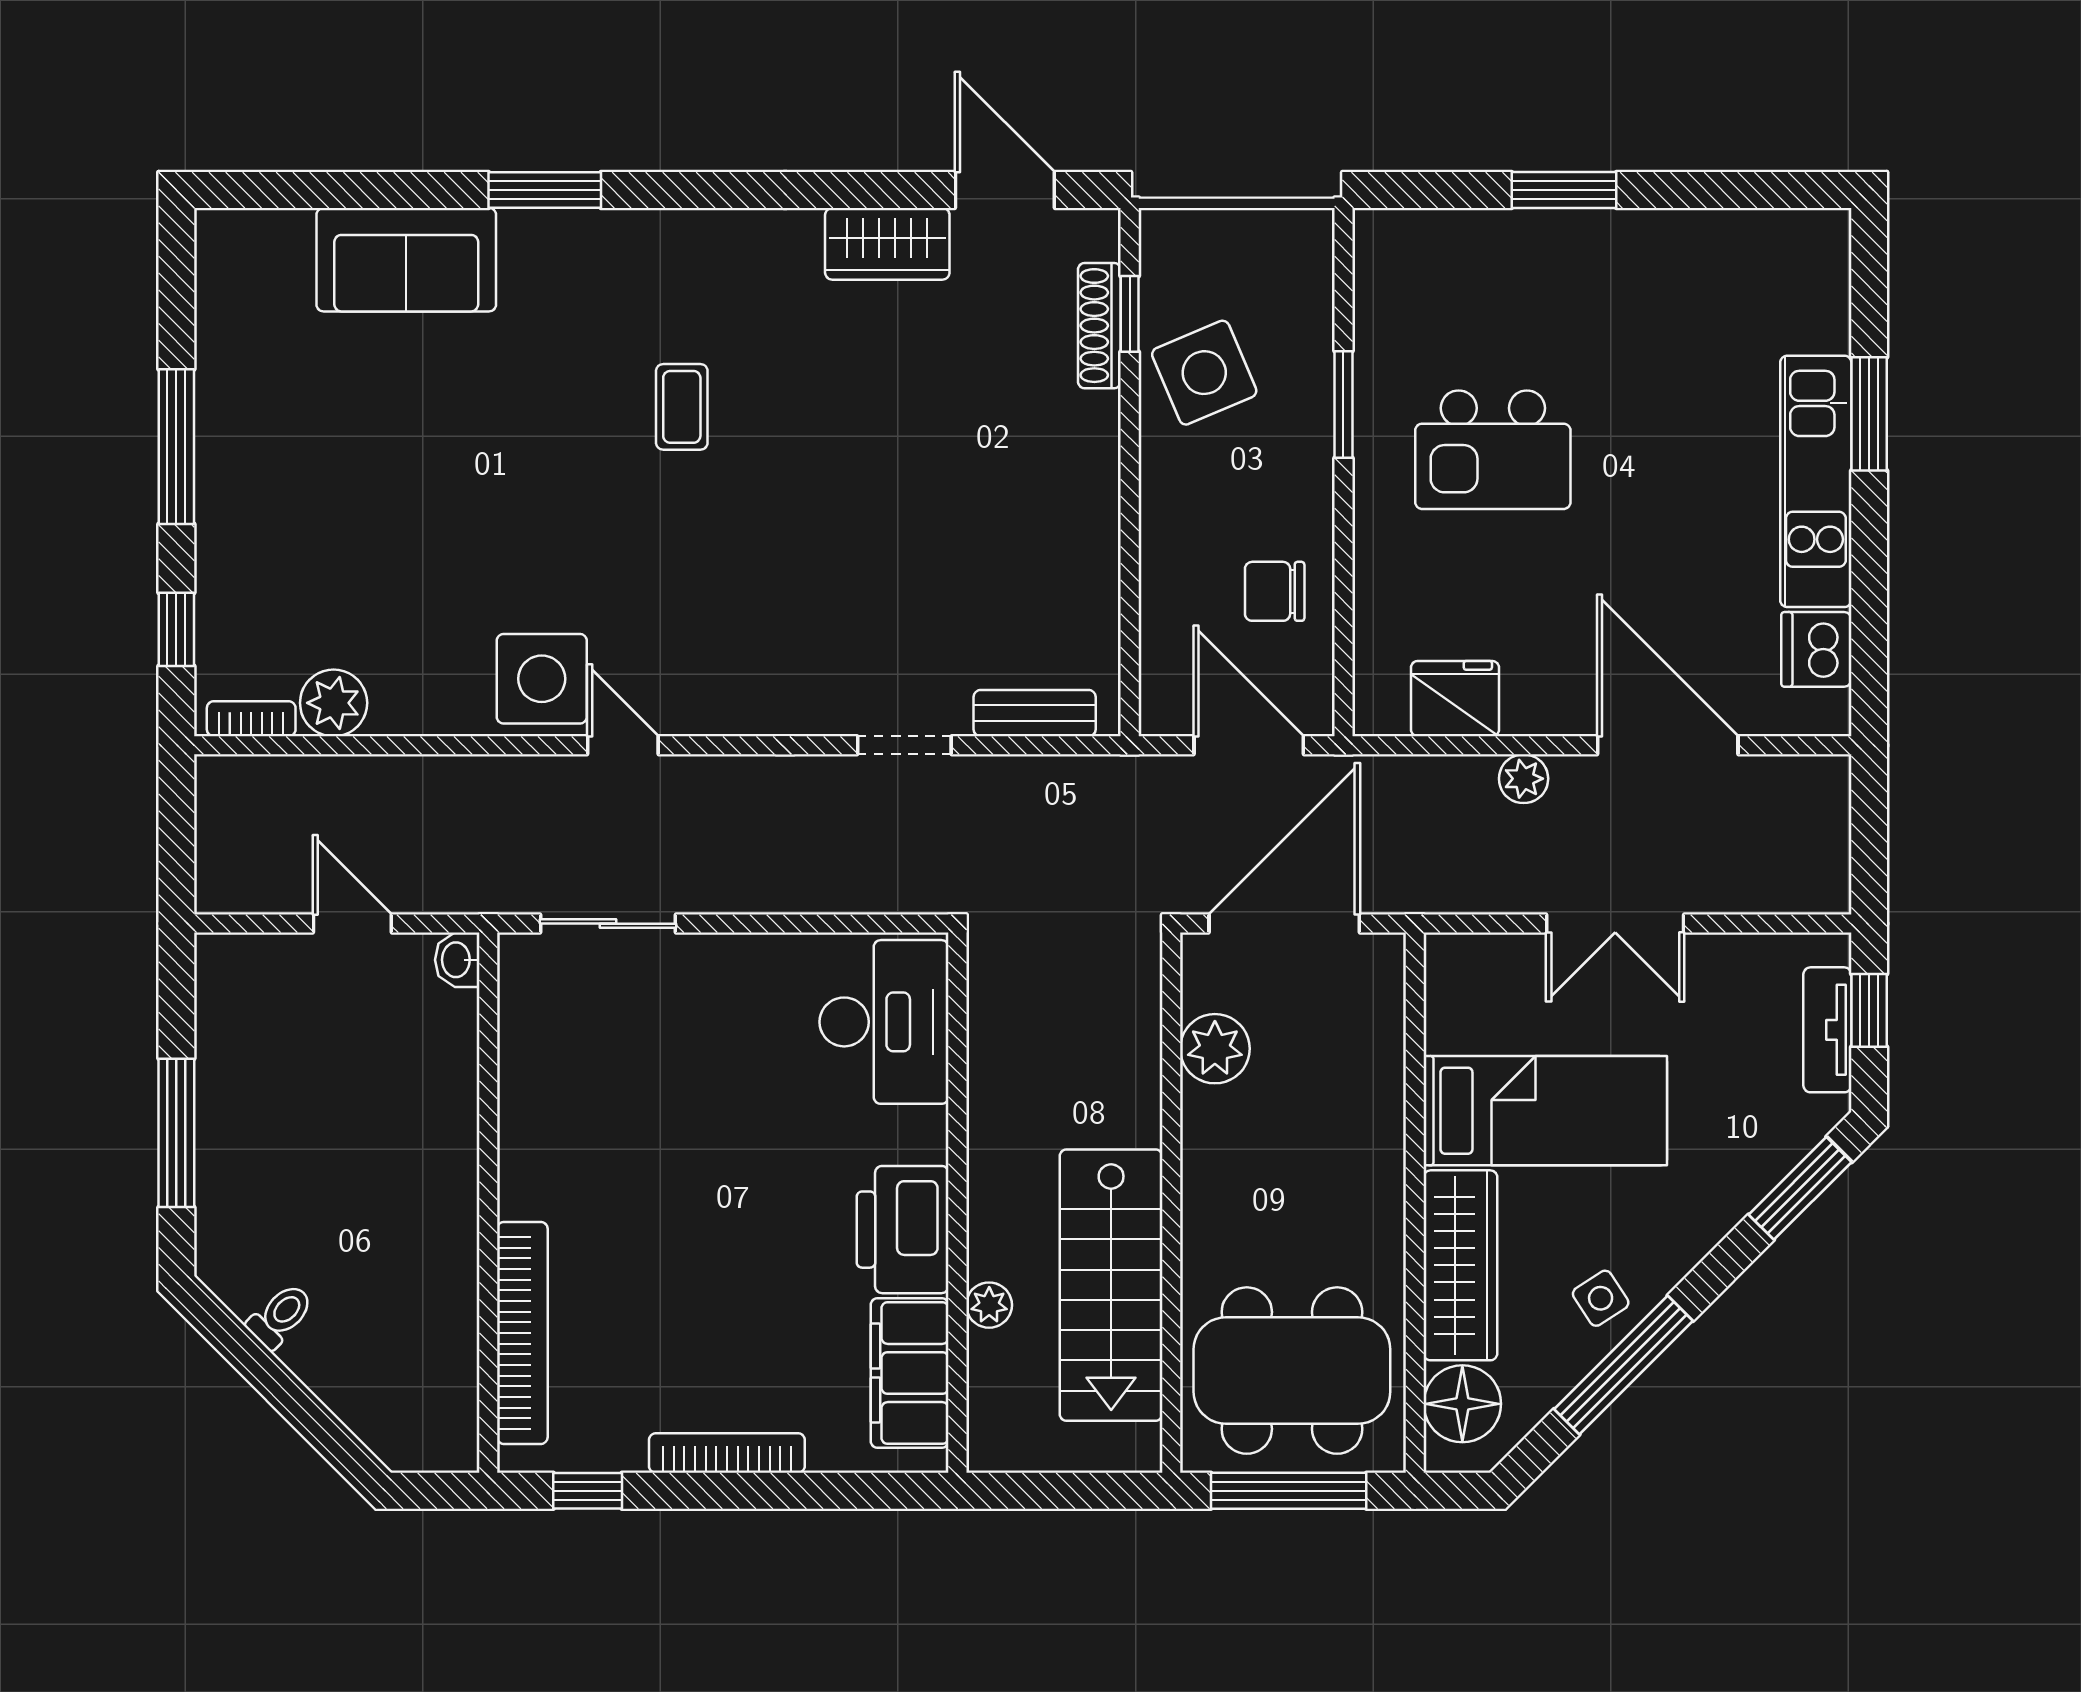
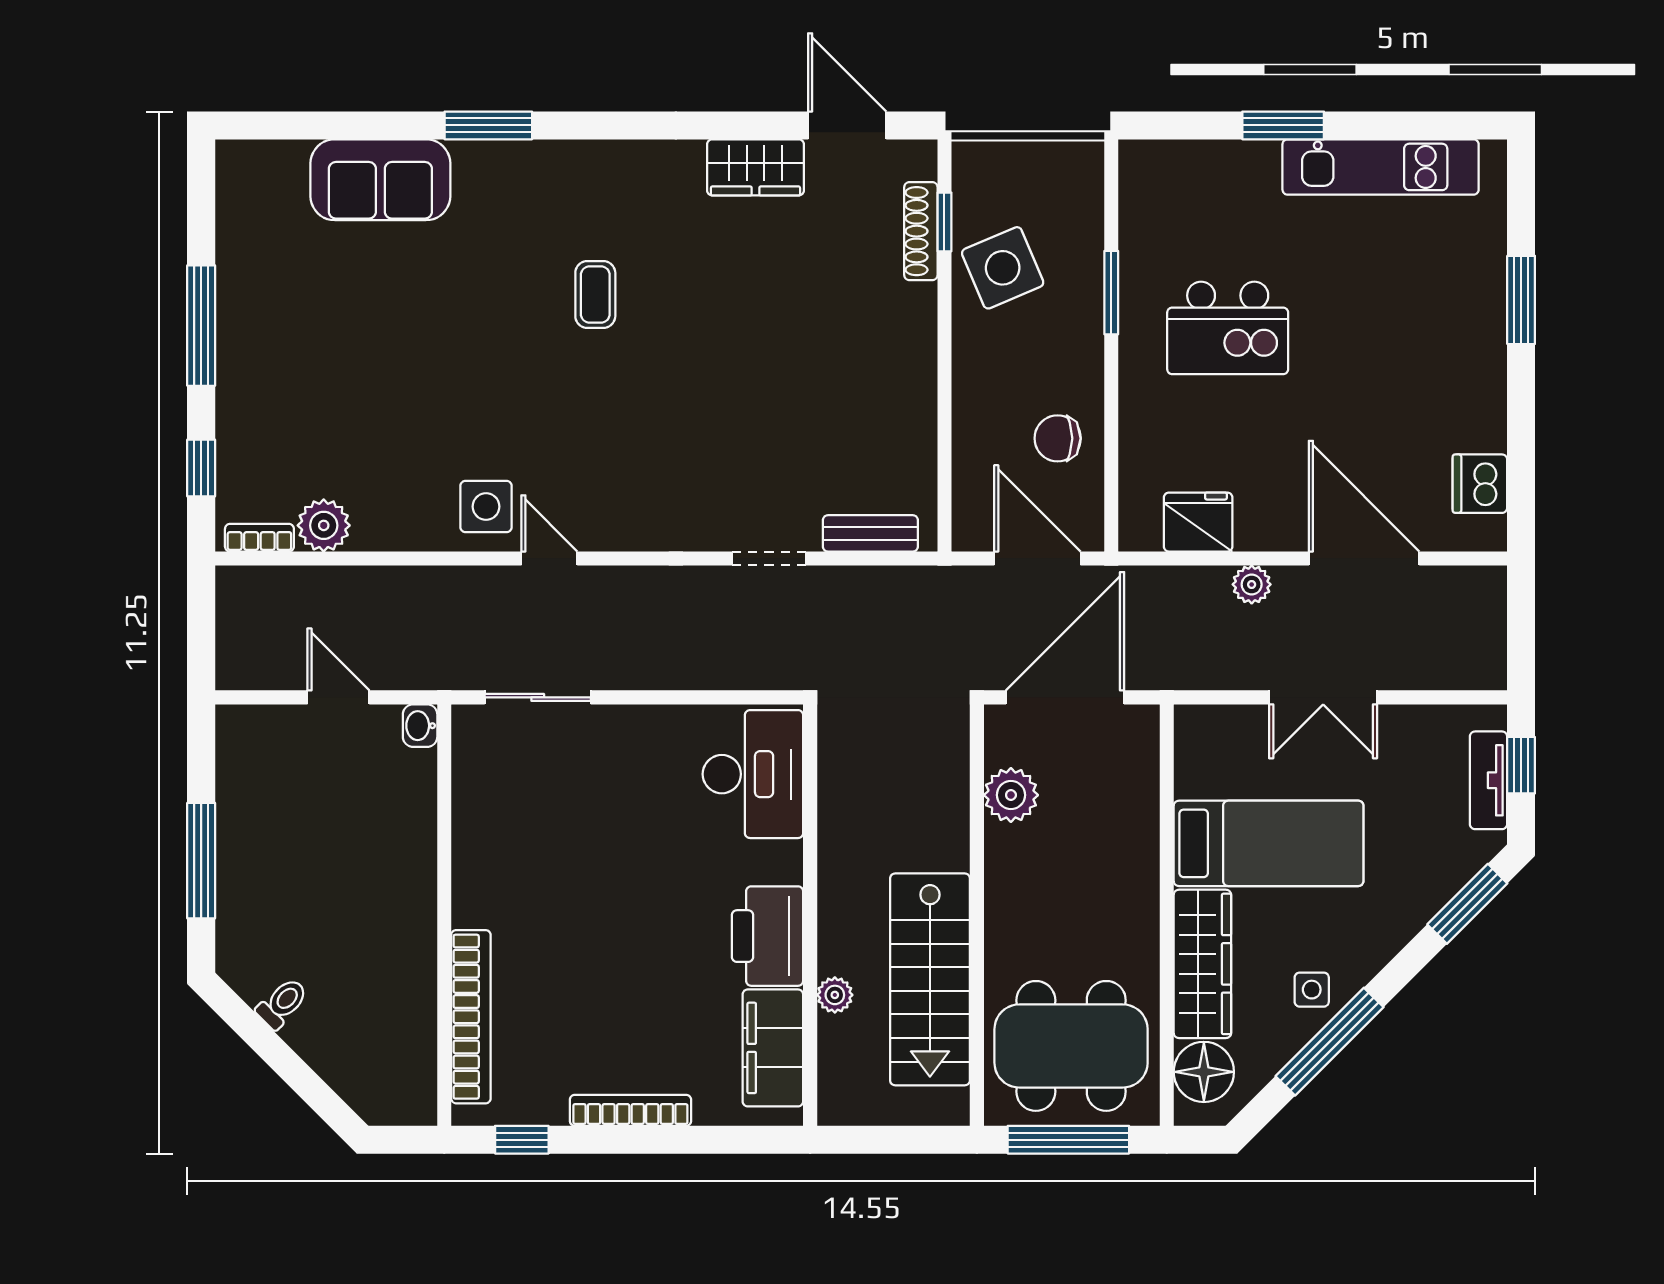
kitchen unit: (1816, 481) -> (1381, 167), moved, turned -90
side table: (542, 679) -> (486, 507), width x0.73, depth x0.73
side table: (1601, 1298) -> (1312, 990), turned 33

